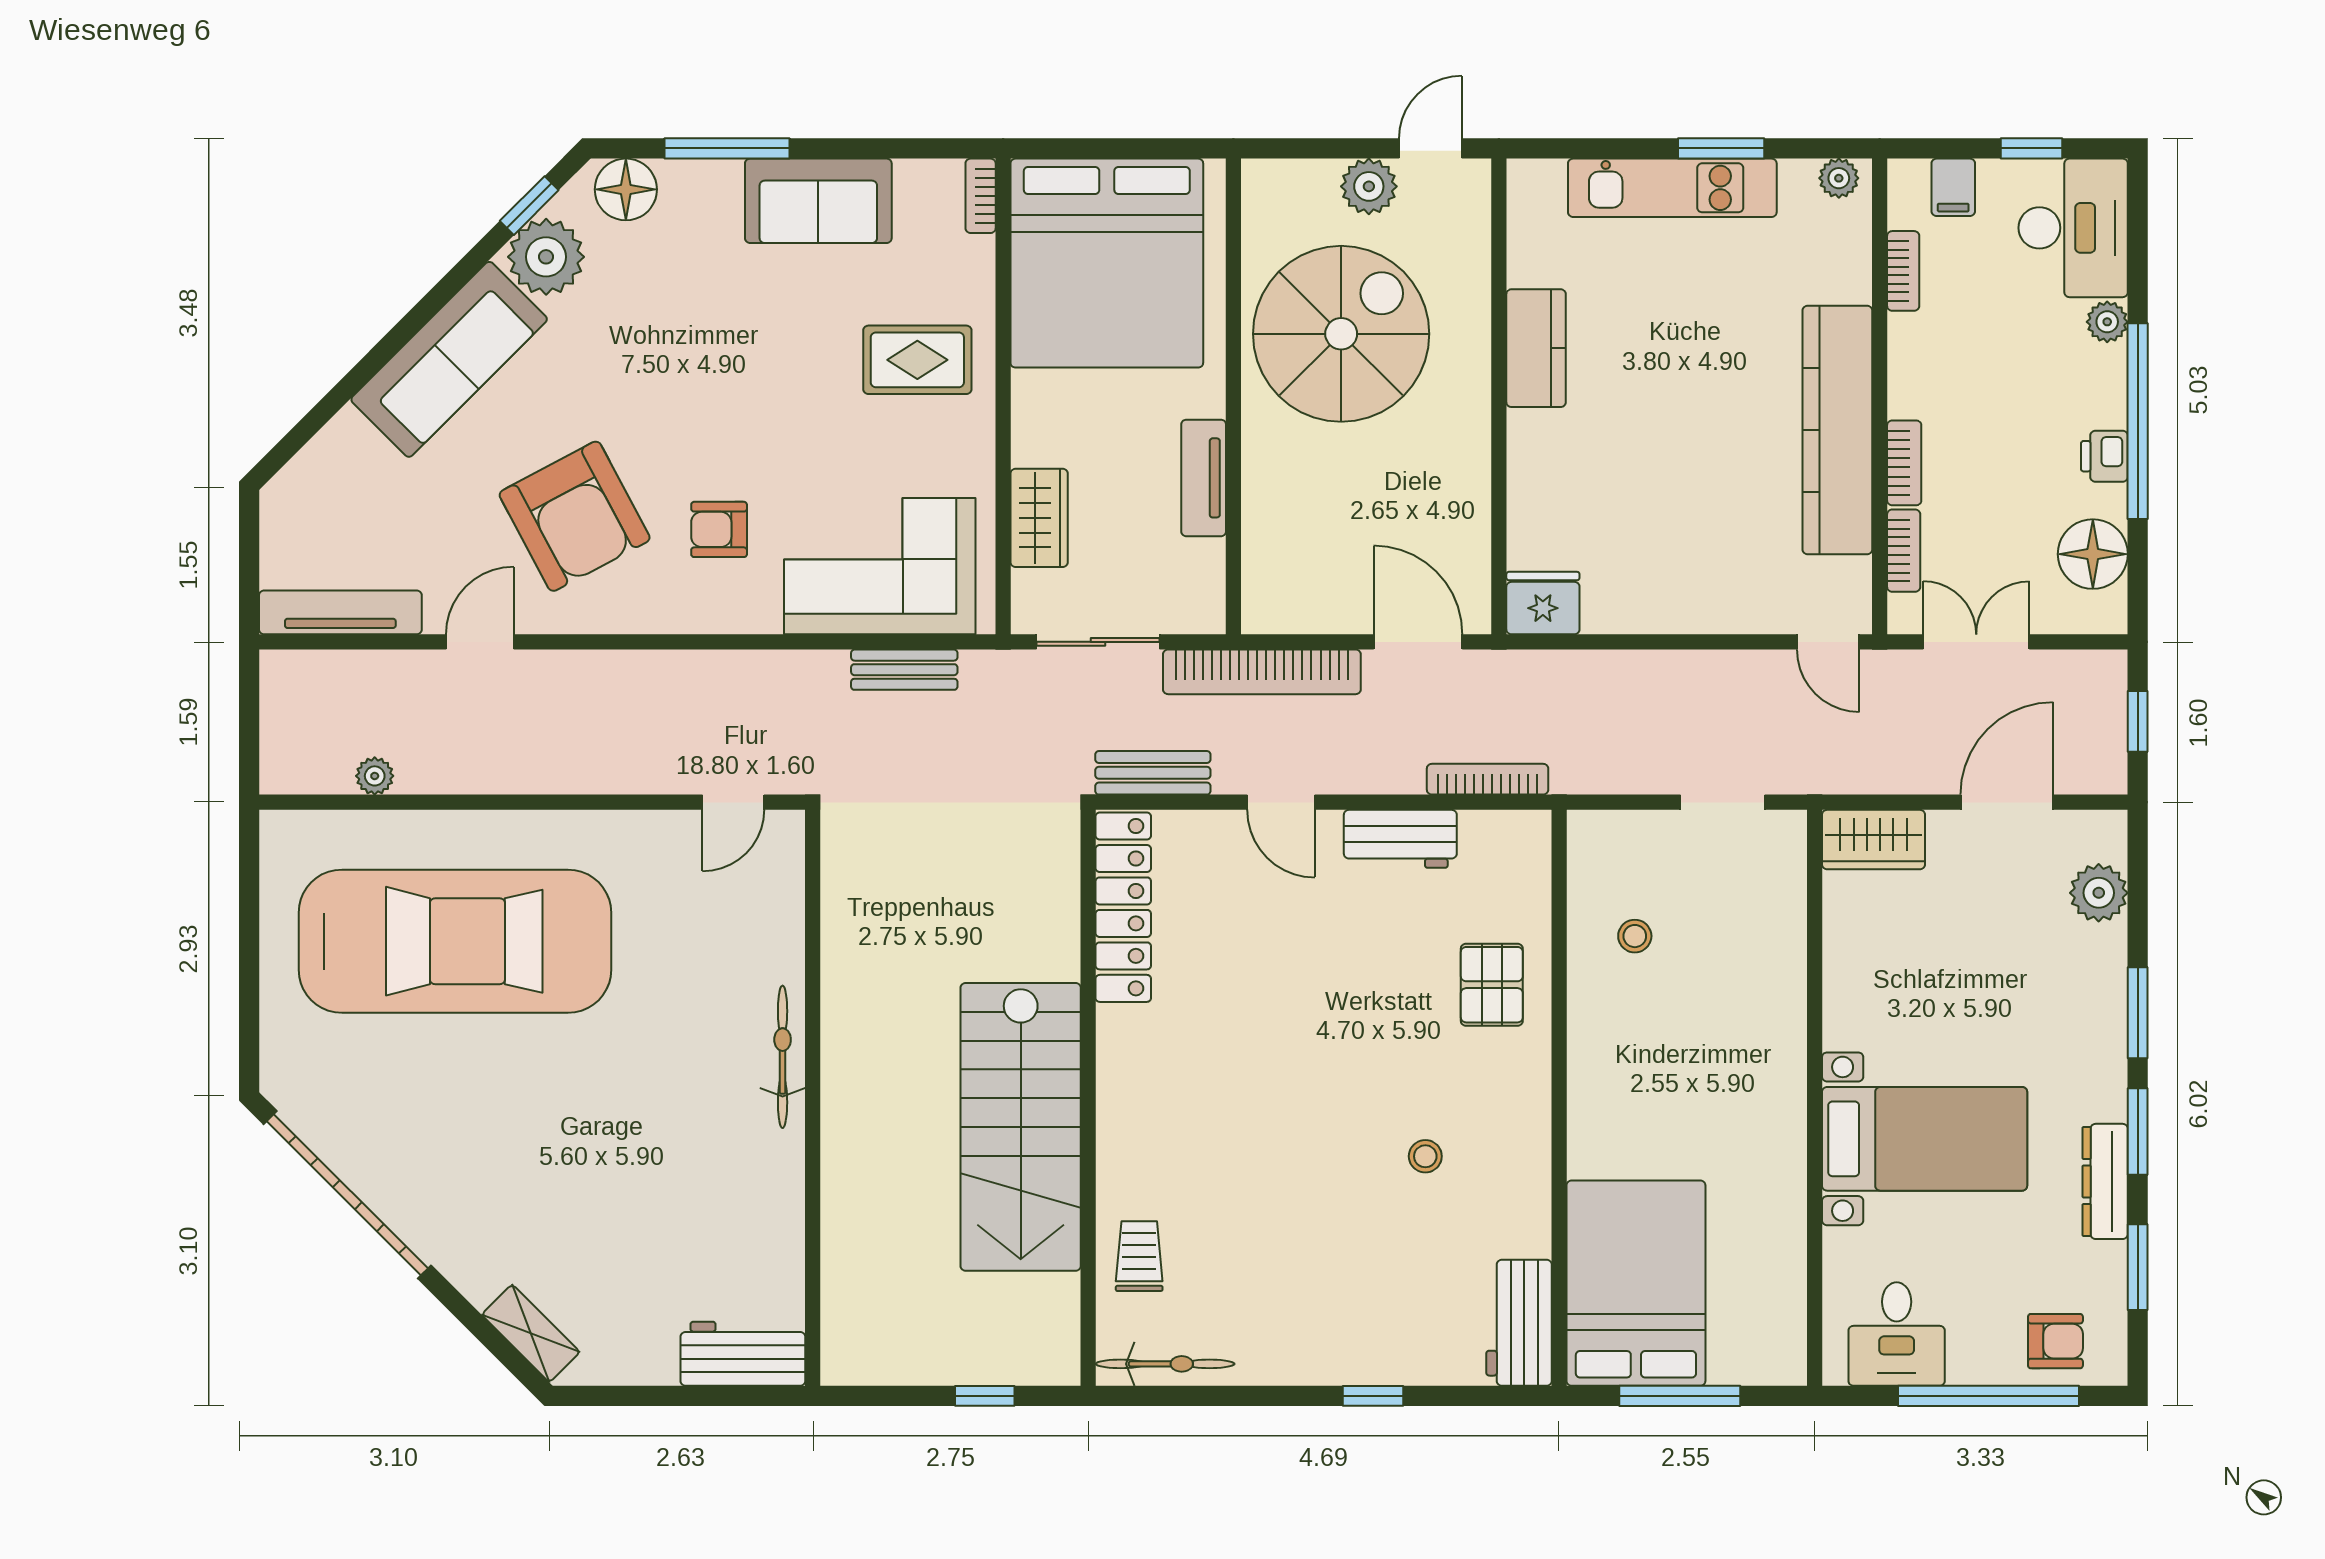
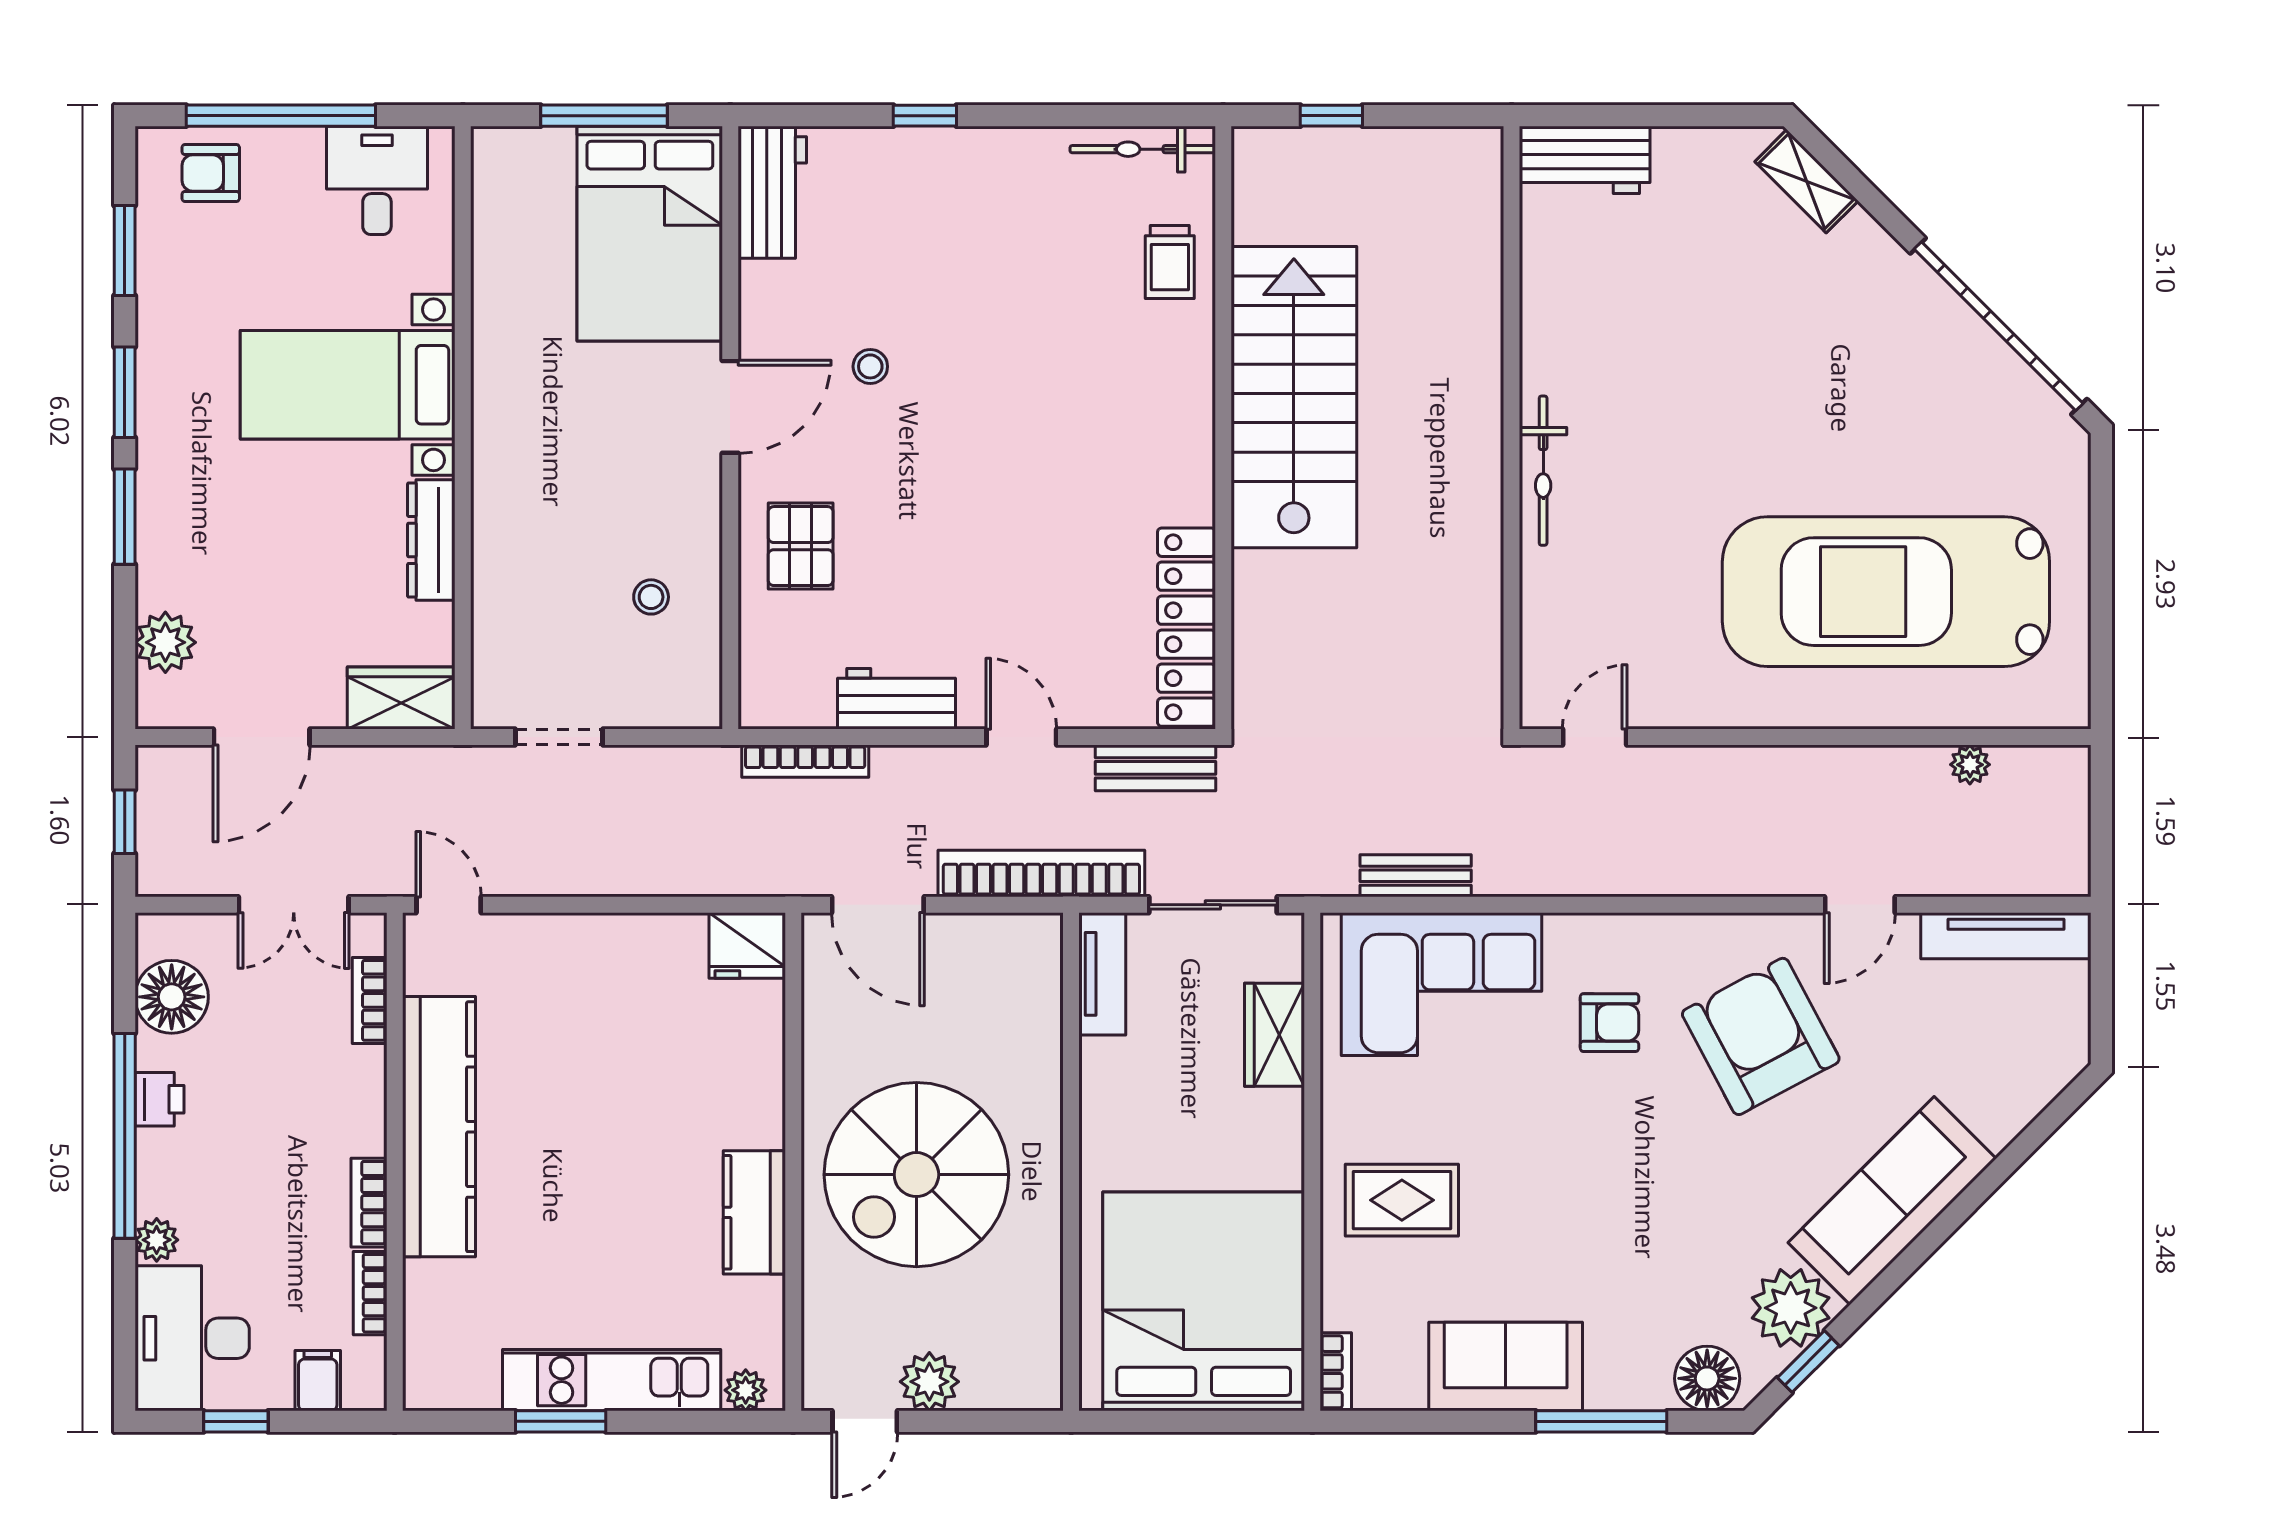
plant: (1839, 178) -> (746, 1390), moved
spiral stairs: (1341, 334) -> (916, 1175), moved
bookcase: (1904, 463) -> (369, 1203), moved
tv unit: (1204, 478) -> (1102, 974), moved
door: (1559, 1118) -> (730, 407), added
dresser: (2105, 1181) -> (431, 540), moved, turned 180

